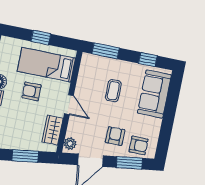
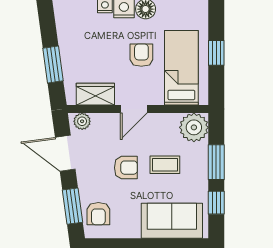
window: (106, 51) -> (216, 162), moved
plant: (91, 64) -> (194, 127), added
armchair: (115, 136) -> (126, 168), moved

